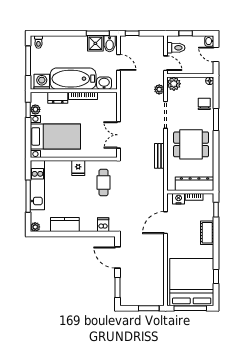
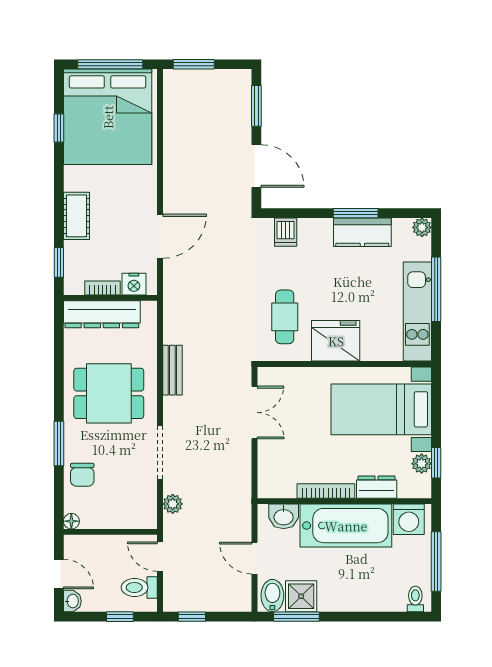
window: (132, 33) -> (192, 617), moved
plant: (174, 84) -> (143, 515), removed
fridge: (78, 168) -> (336, 341), width x1.88, depth x1.34
window: (68, 234) -> (356, 213), added

